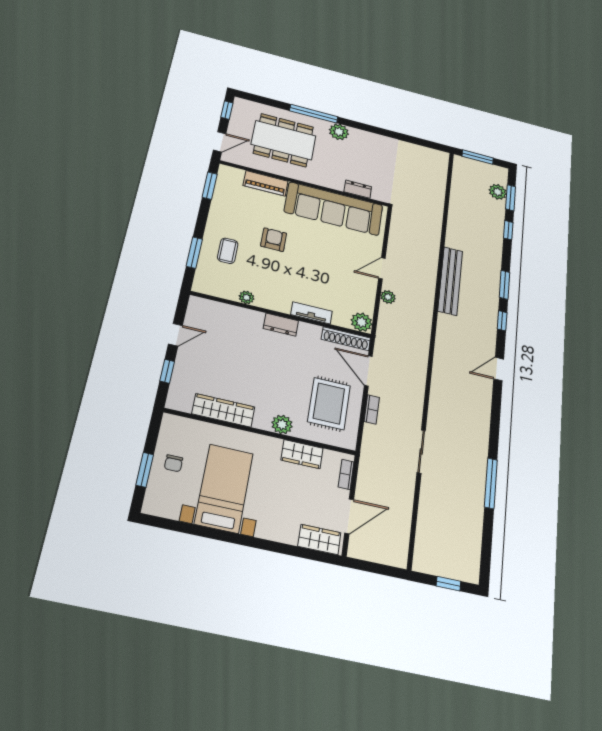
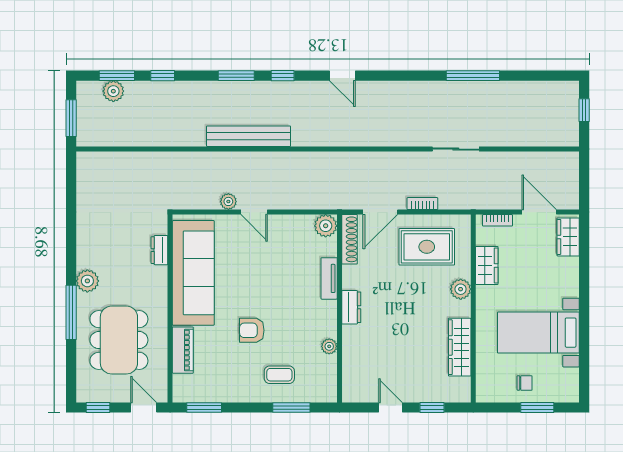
plant: (388, 297) -> (228, 201), moved

